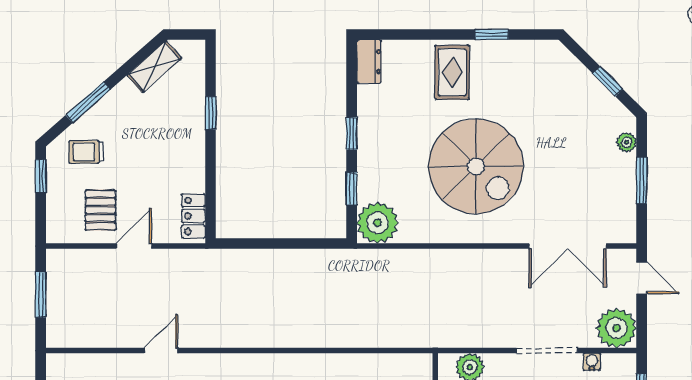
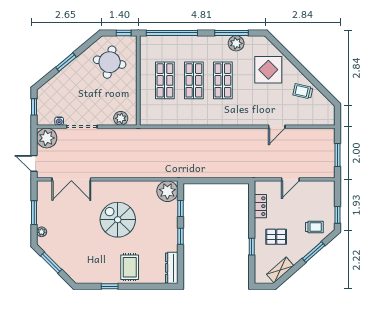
dresser: (369, 61) -> (172, 268), width x1.44
window: (608, 81) -> (51, 263), width x1.50
spiral stairs: (476, 166) -> (118, 220), width x0.73, depth x0.73
pallet: (100, 210) -> (276, 237), moved, turned 90
locker: (193, 216) -> (260, 206), moved
double door: (568, 246) -> (71, 179), swing flipped

